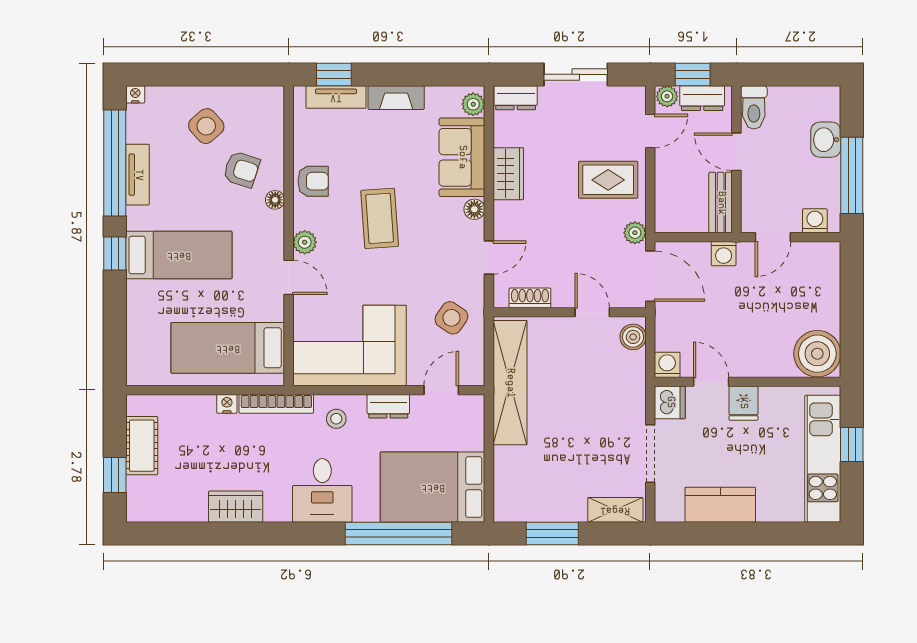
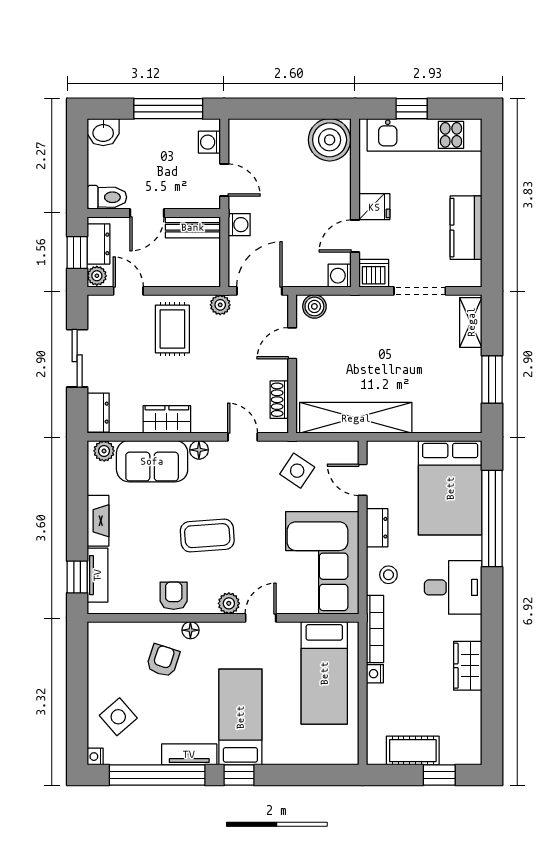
side table: (206, 126) -> (118, 717), moved
washbasin: (826, 140) -> (103, 132), moved
tv unit: (138, 175) -> (189, 754), moved

